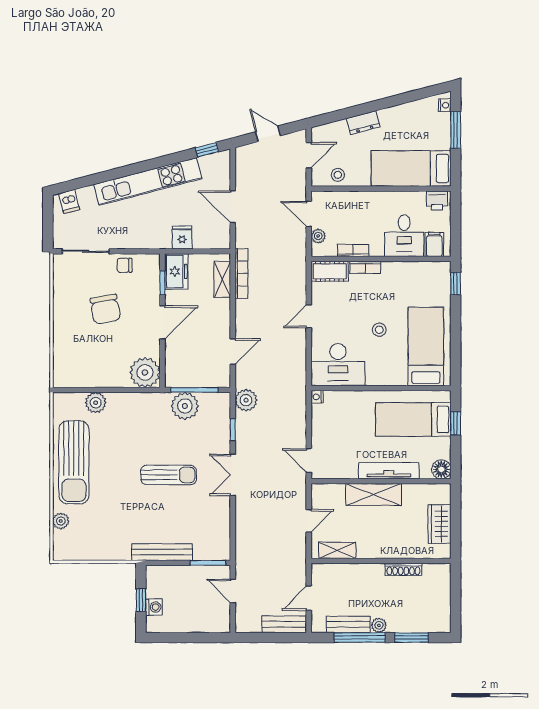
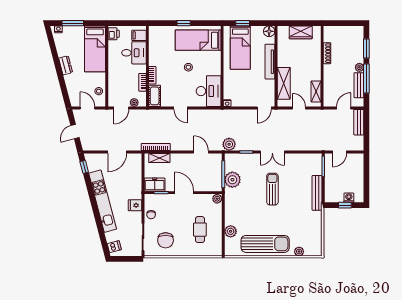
dresser: (363, 123) -> (66, 65), moved
fridge: (182, 237) -> (135, 205), moved
window: (456, 284) -> (184, 23), moved
chair: (105, 309) -> (166, 240), moved, turned 100
cafe table: (99, 350) -> (200, 230), added
plant: (145, 372) -> (217, 199), width x0.53, depth x0.53
shelving: (374, 495) -> (284, 83), moved
door: (309, 598) -> (344, 108), swing flipped

